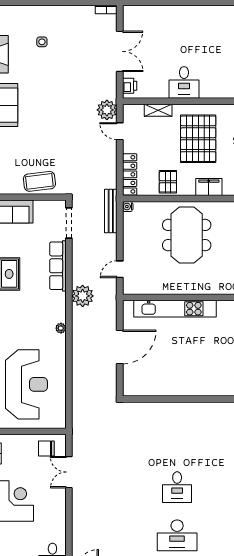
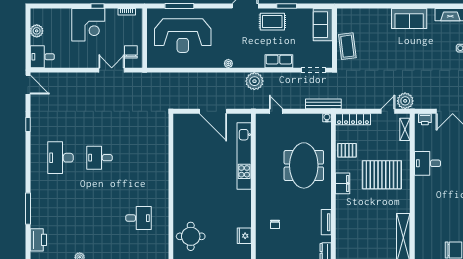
shelving: (158, 110) -> (405, 129), moved
meeting table: (187, 235) -> (304, 165), turned 90
row of seats: (58, 266) -> (279, 61), width x0.68

